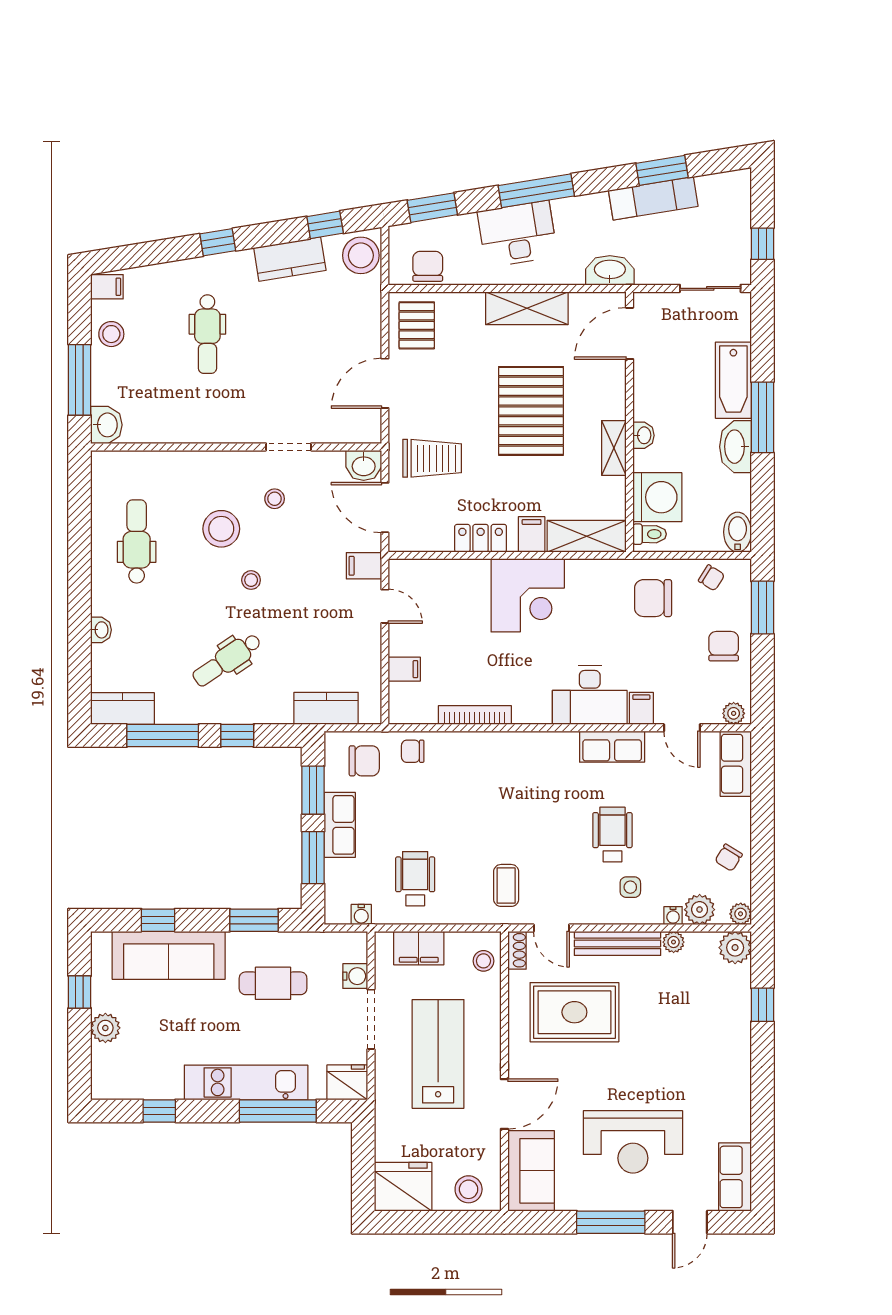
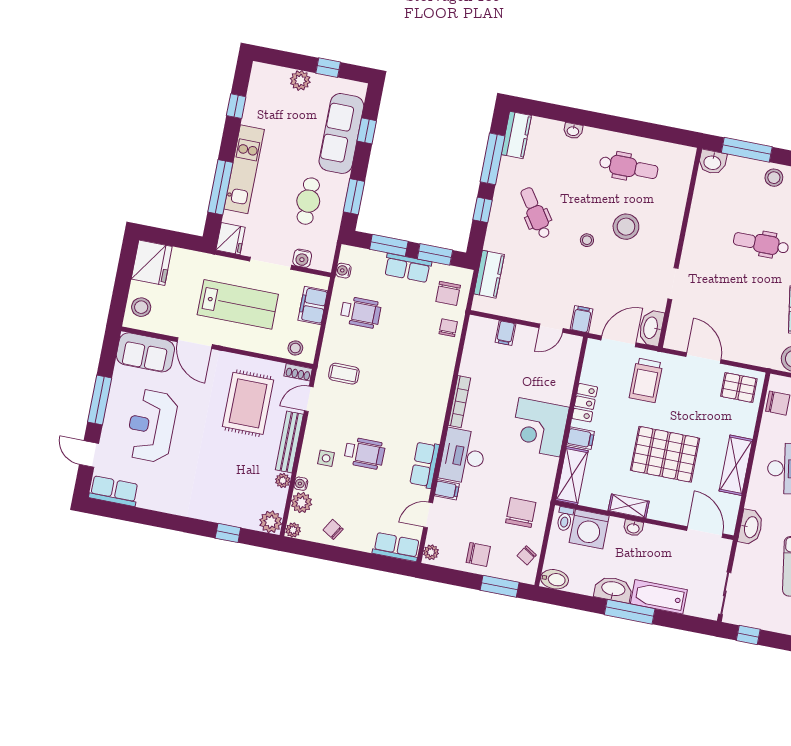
washbasin: (364, 465) -> (651, 328), width x1.38
stool: (275, 499) -> (639, 267), removed
bookcase: (475, 715) -> (459, 402), moved

